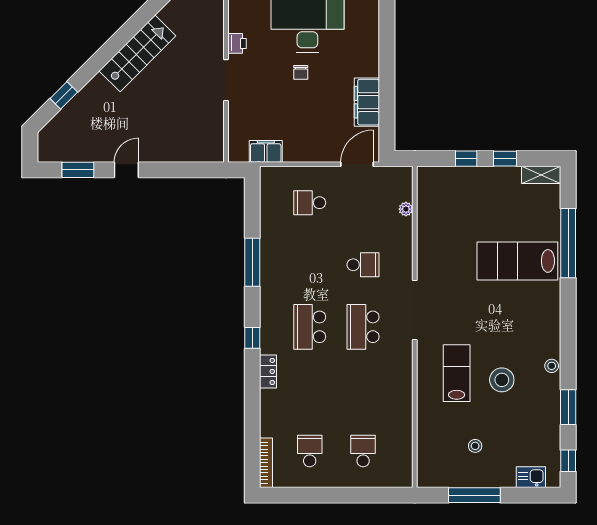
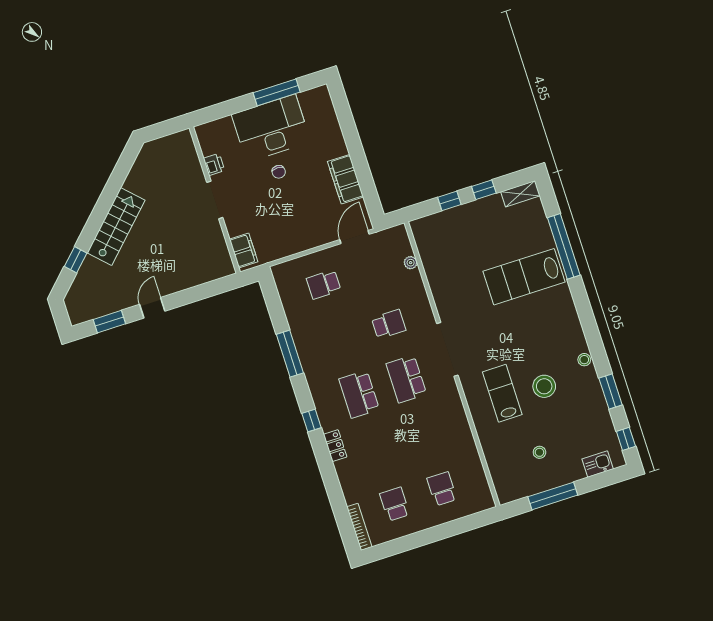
stairs: (137, 53) -> (116, 226), moved
filing cabinet: (266, 151) -> (244, 251), moved, turned 90

